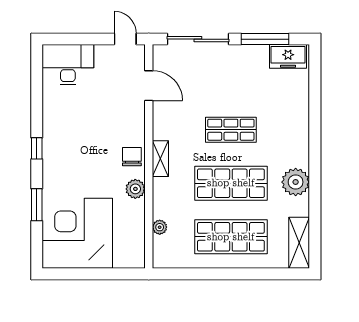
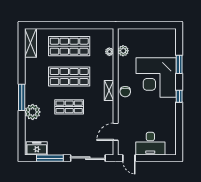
desk: (68, 65) -> (150, 144), moved
door: (149, 86) -> (116, 132), hinge flipped
window: (315, 146) -> (22, 97), added
plant: (296, 182) -> (33, 112), moved
plant: (135, 189) -> (123, 51), moved
corner desk: (77, 233) -> (156, 78), moved, turned 90

